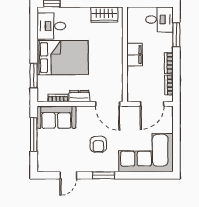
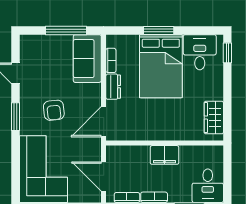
window: (34, 76) -> (159, 31), moved
armchair: (98, 144) -> (54, 110), turned -96

